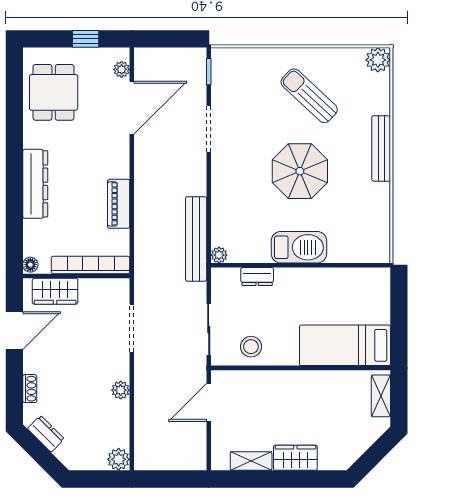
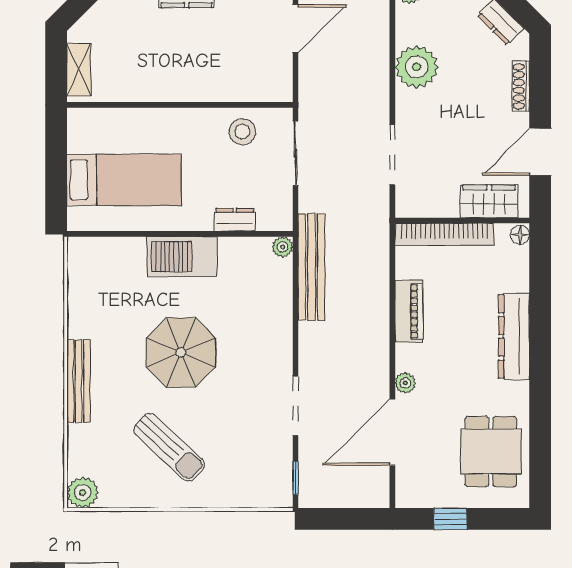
plant: (122, 69) -> (405, 383), moved
bed: (345, 345) -> (124, 180), moved
shoe rack: (30, 389) -> (521, 86), width x1.43
plant: (121, 390) -> (417, 67), width x1.88, depth x1.88
door: (209, 402) -> (296, 29), moved

